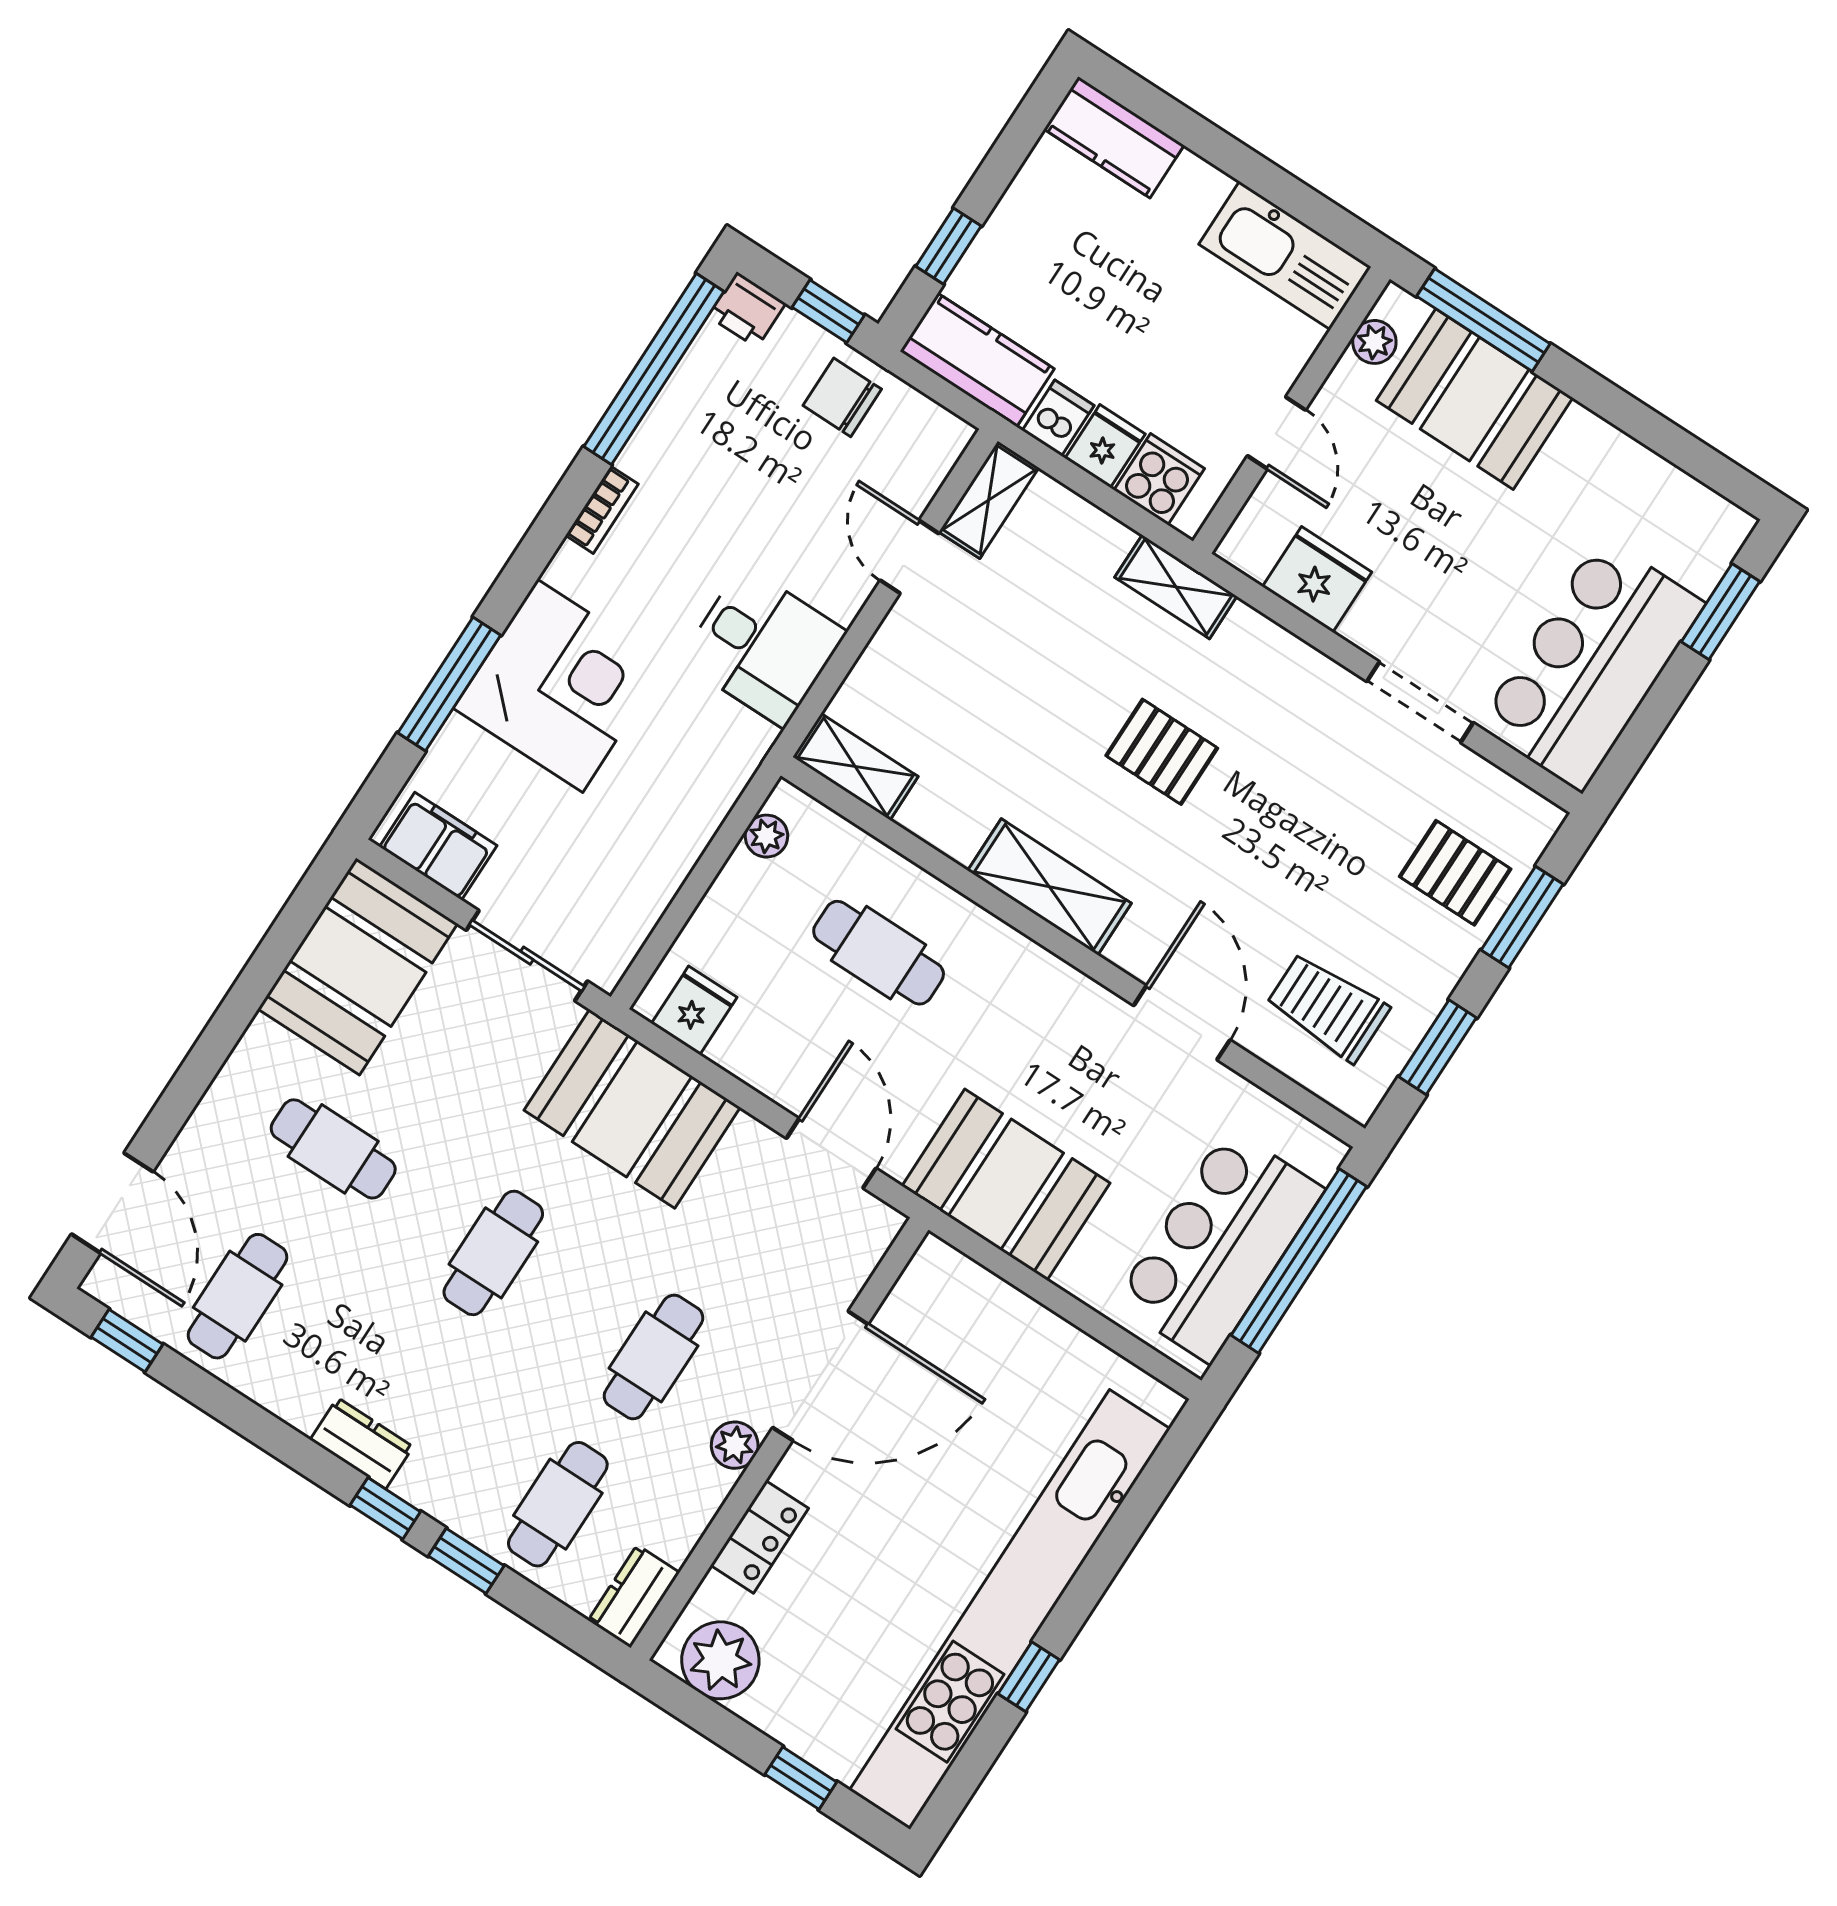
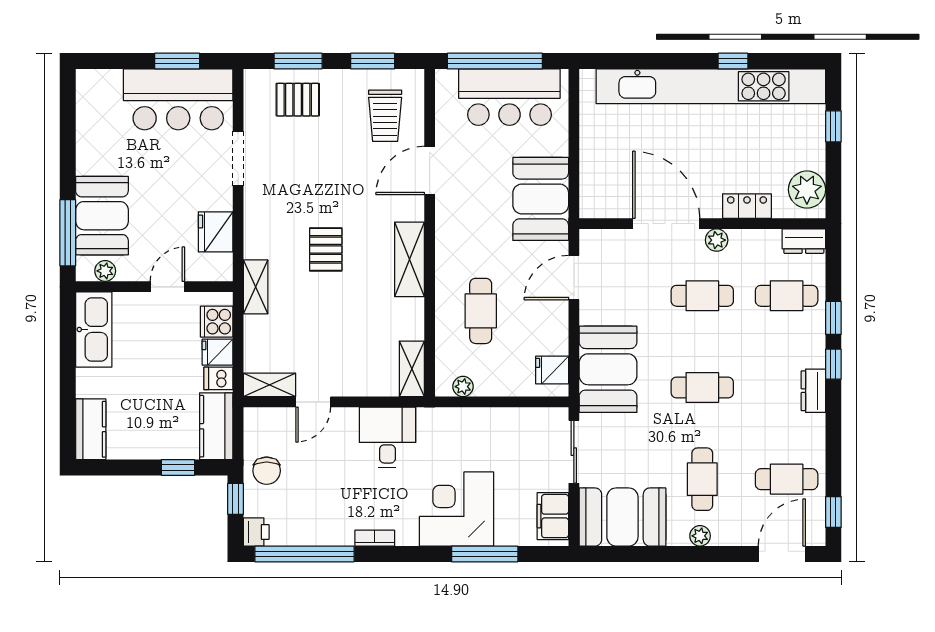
window: (1721, 612) -> (177, 61), moved
pallet: (1455, 873) -> (298, 100), turned 90
plant: (237, 1081) -> (700, 536), added

